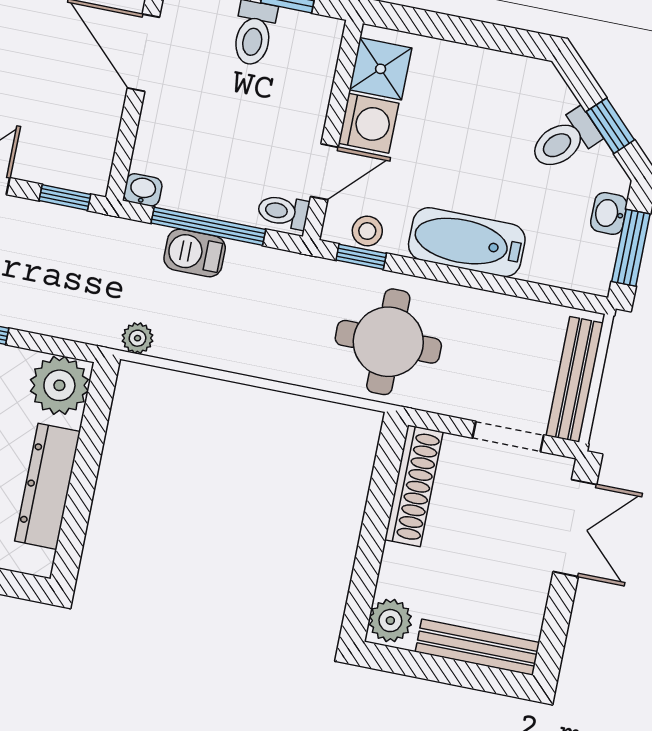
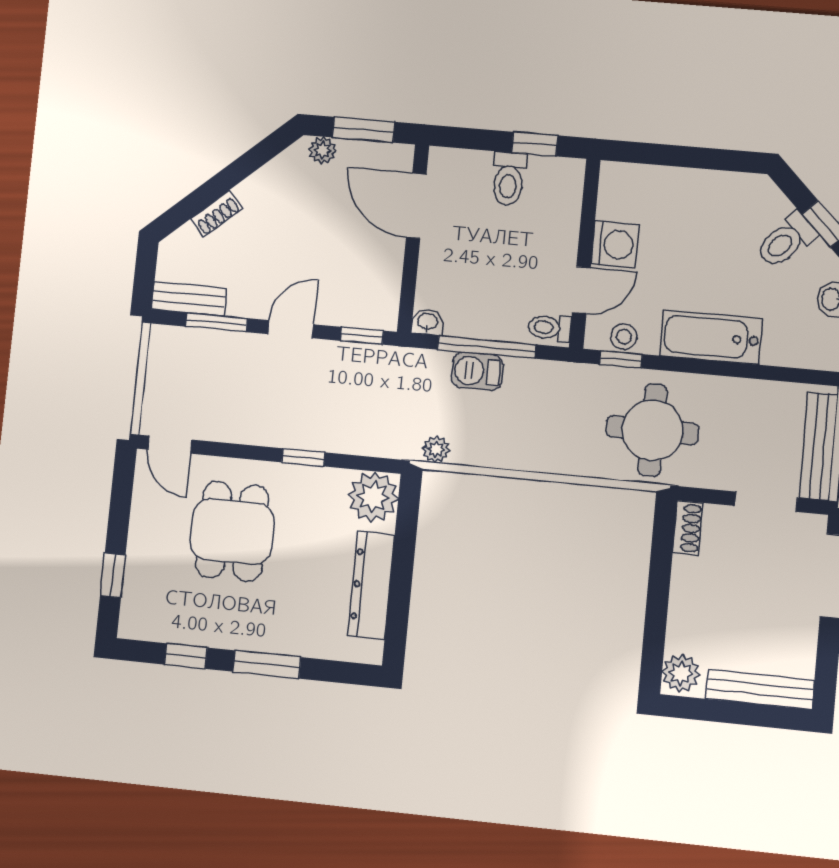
shower: (381, 69) -> (620, 197), removed
shoe rack: (414, 486) -> (688, 528), width x0.51, depth x0.81

